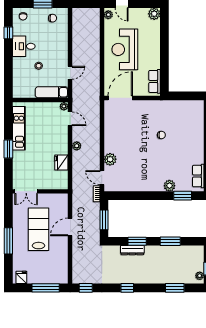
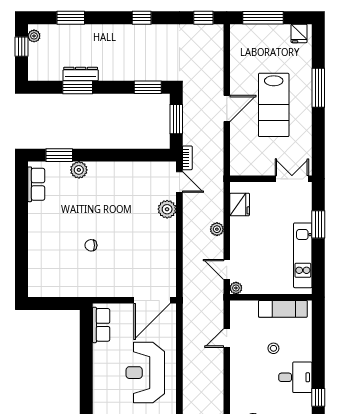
reception desk: (125, 49) -> (145, 373), turned 180
exam couch: (52, 92) -> (283, 309), moved
double door: (26, 191) -> (292, 179), moved
wall: (40, 191) -> (271, 179), moved
window: (137, 241) -> (148, 87), moved
dresser: (132, 250) -> (81, 74), moved

